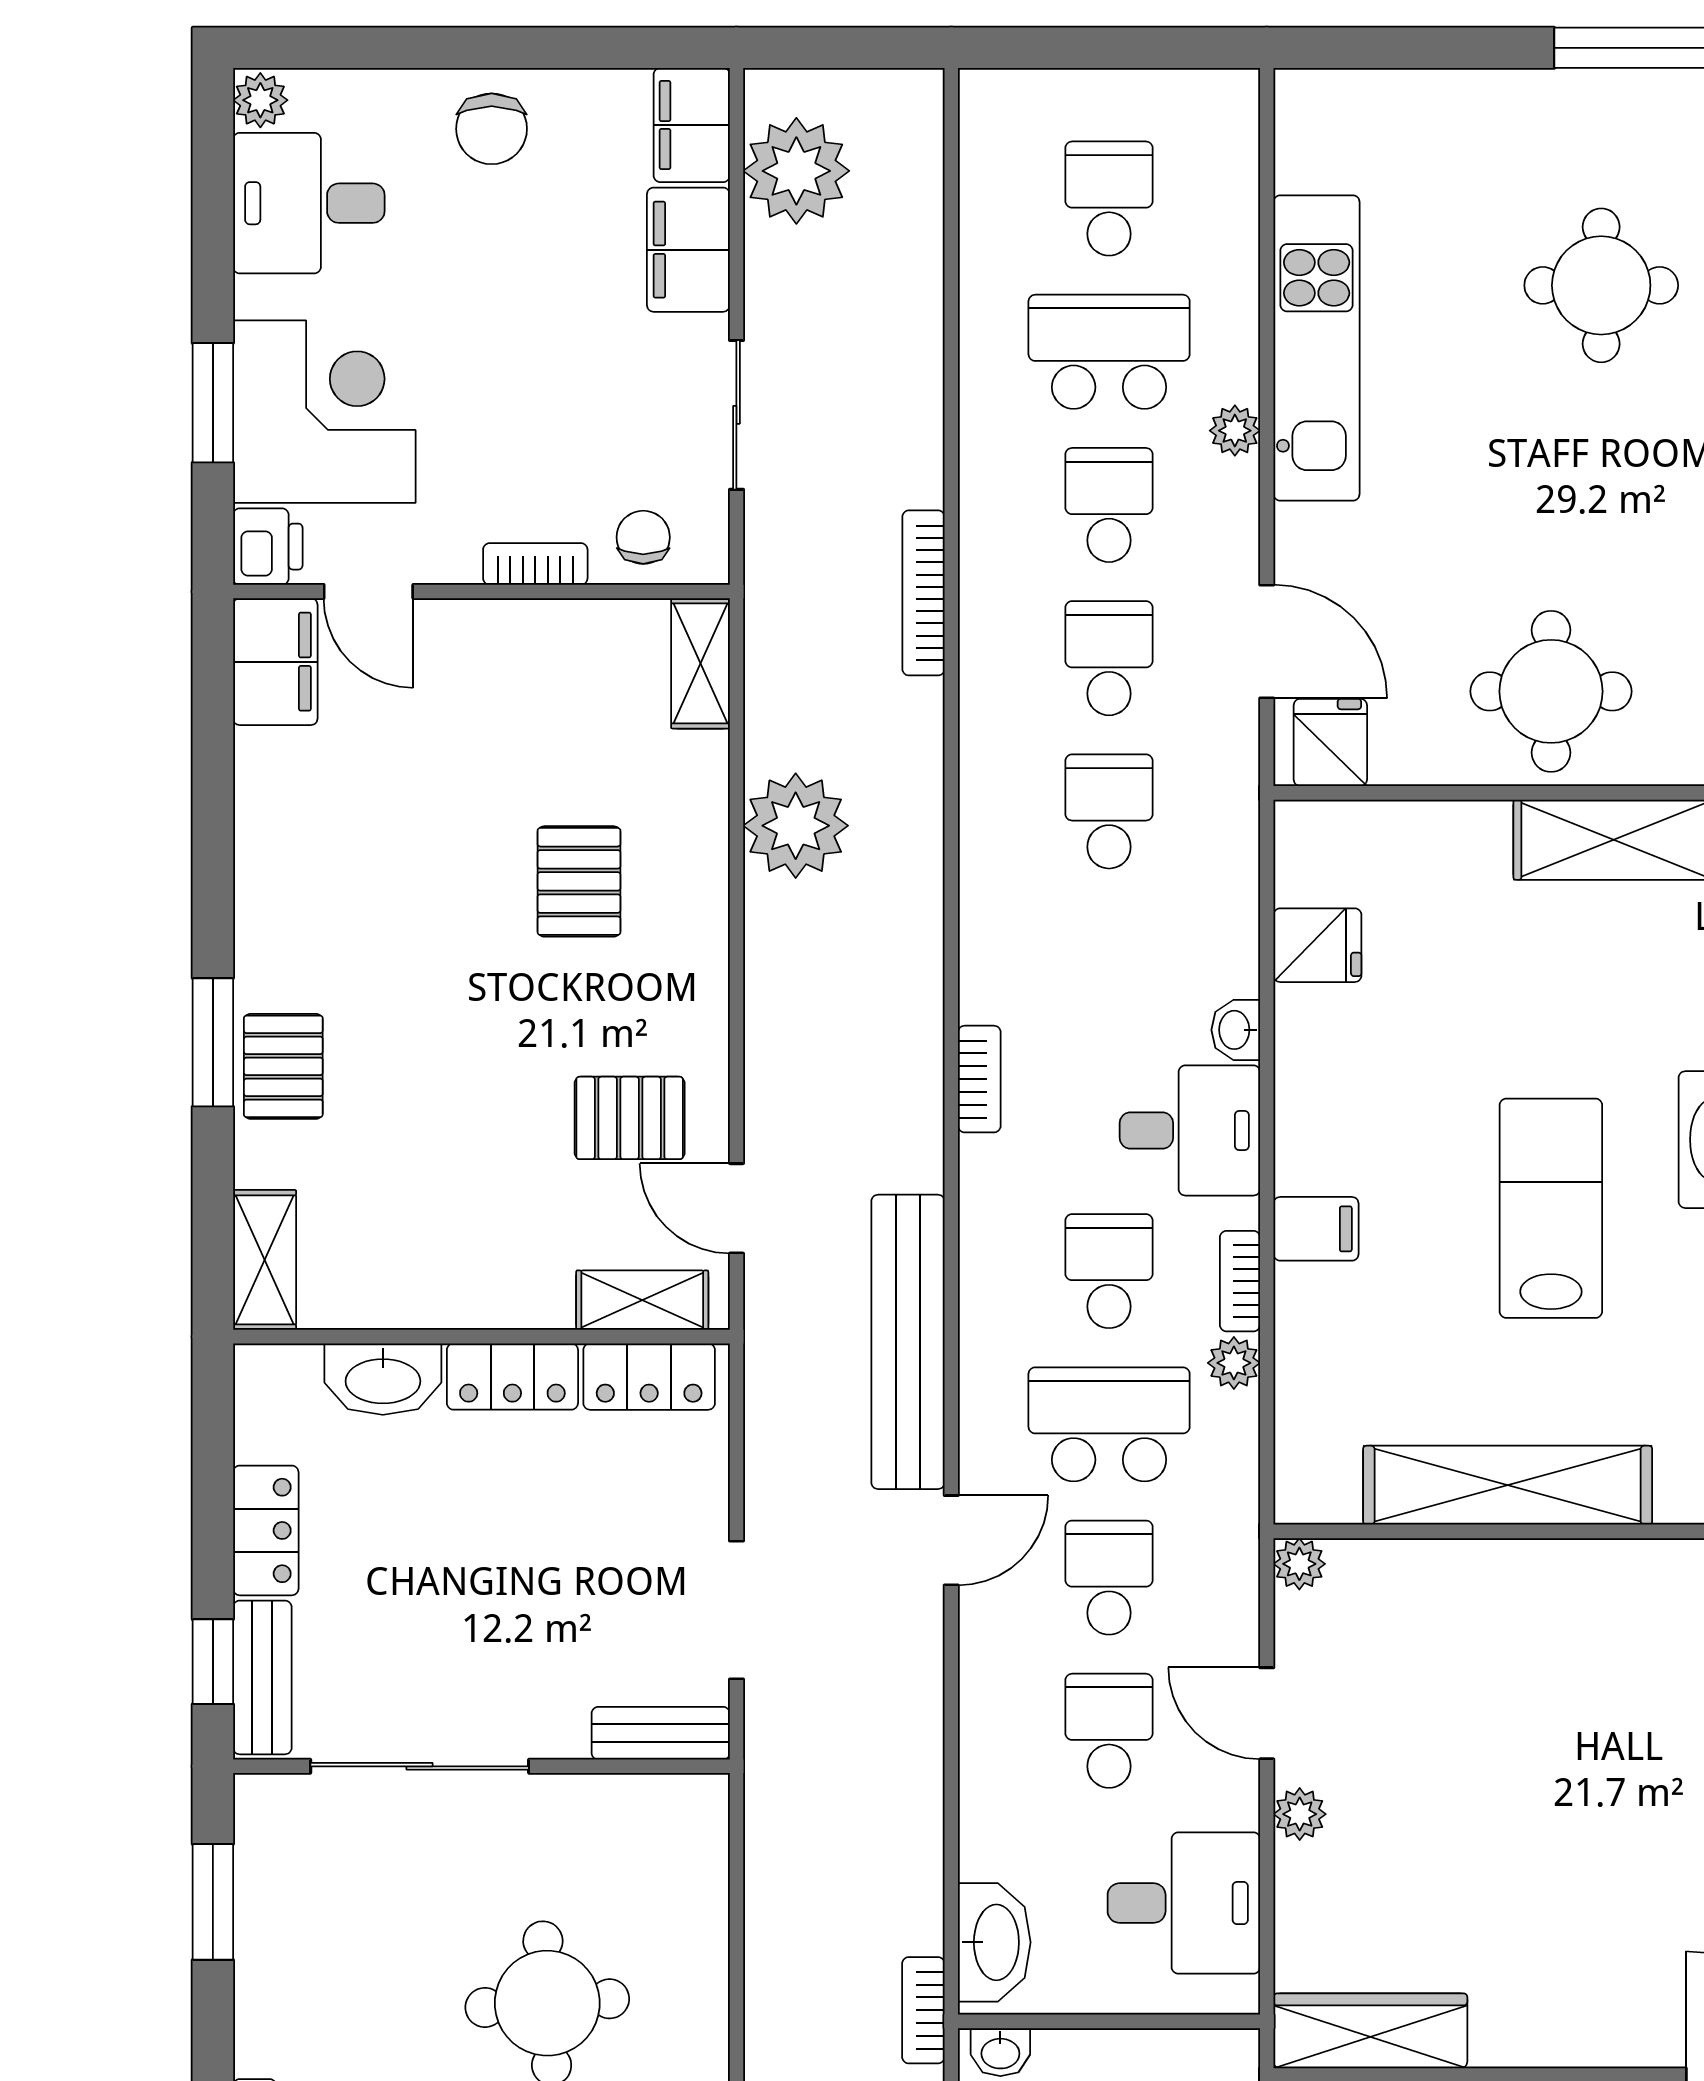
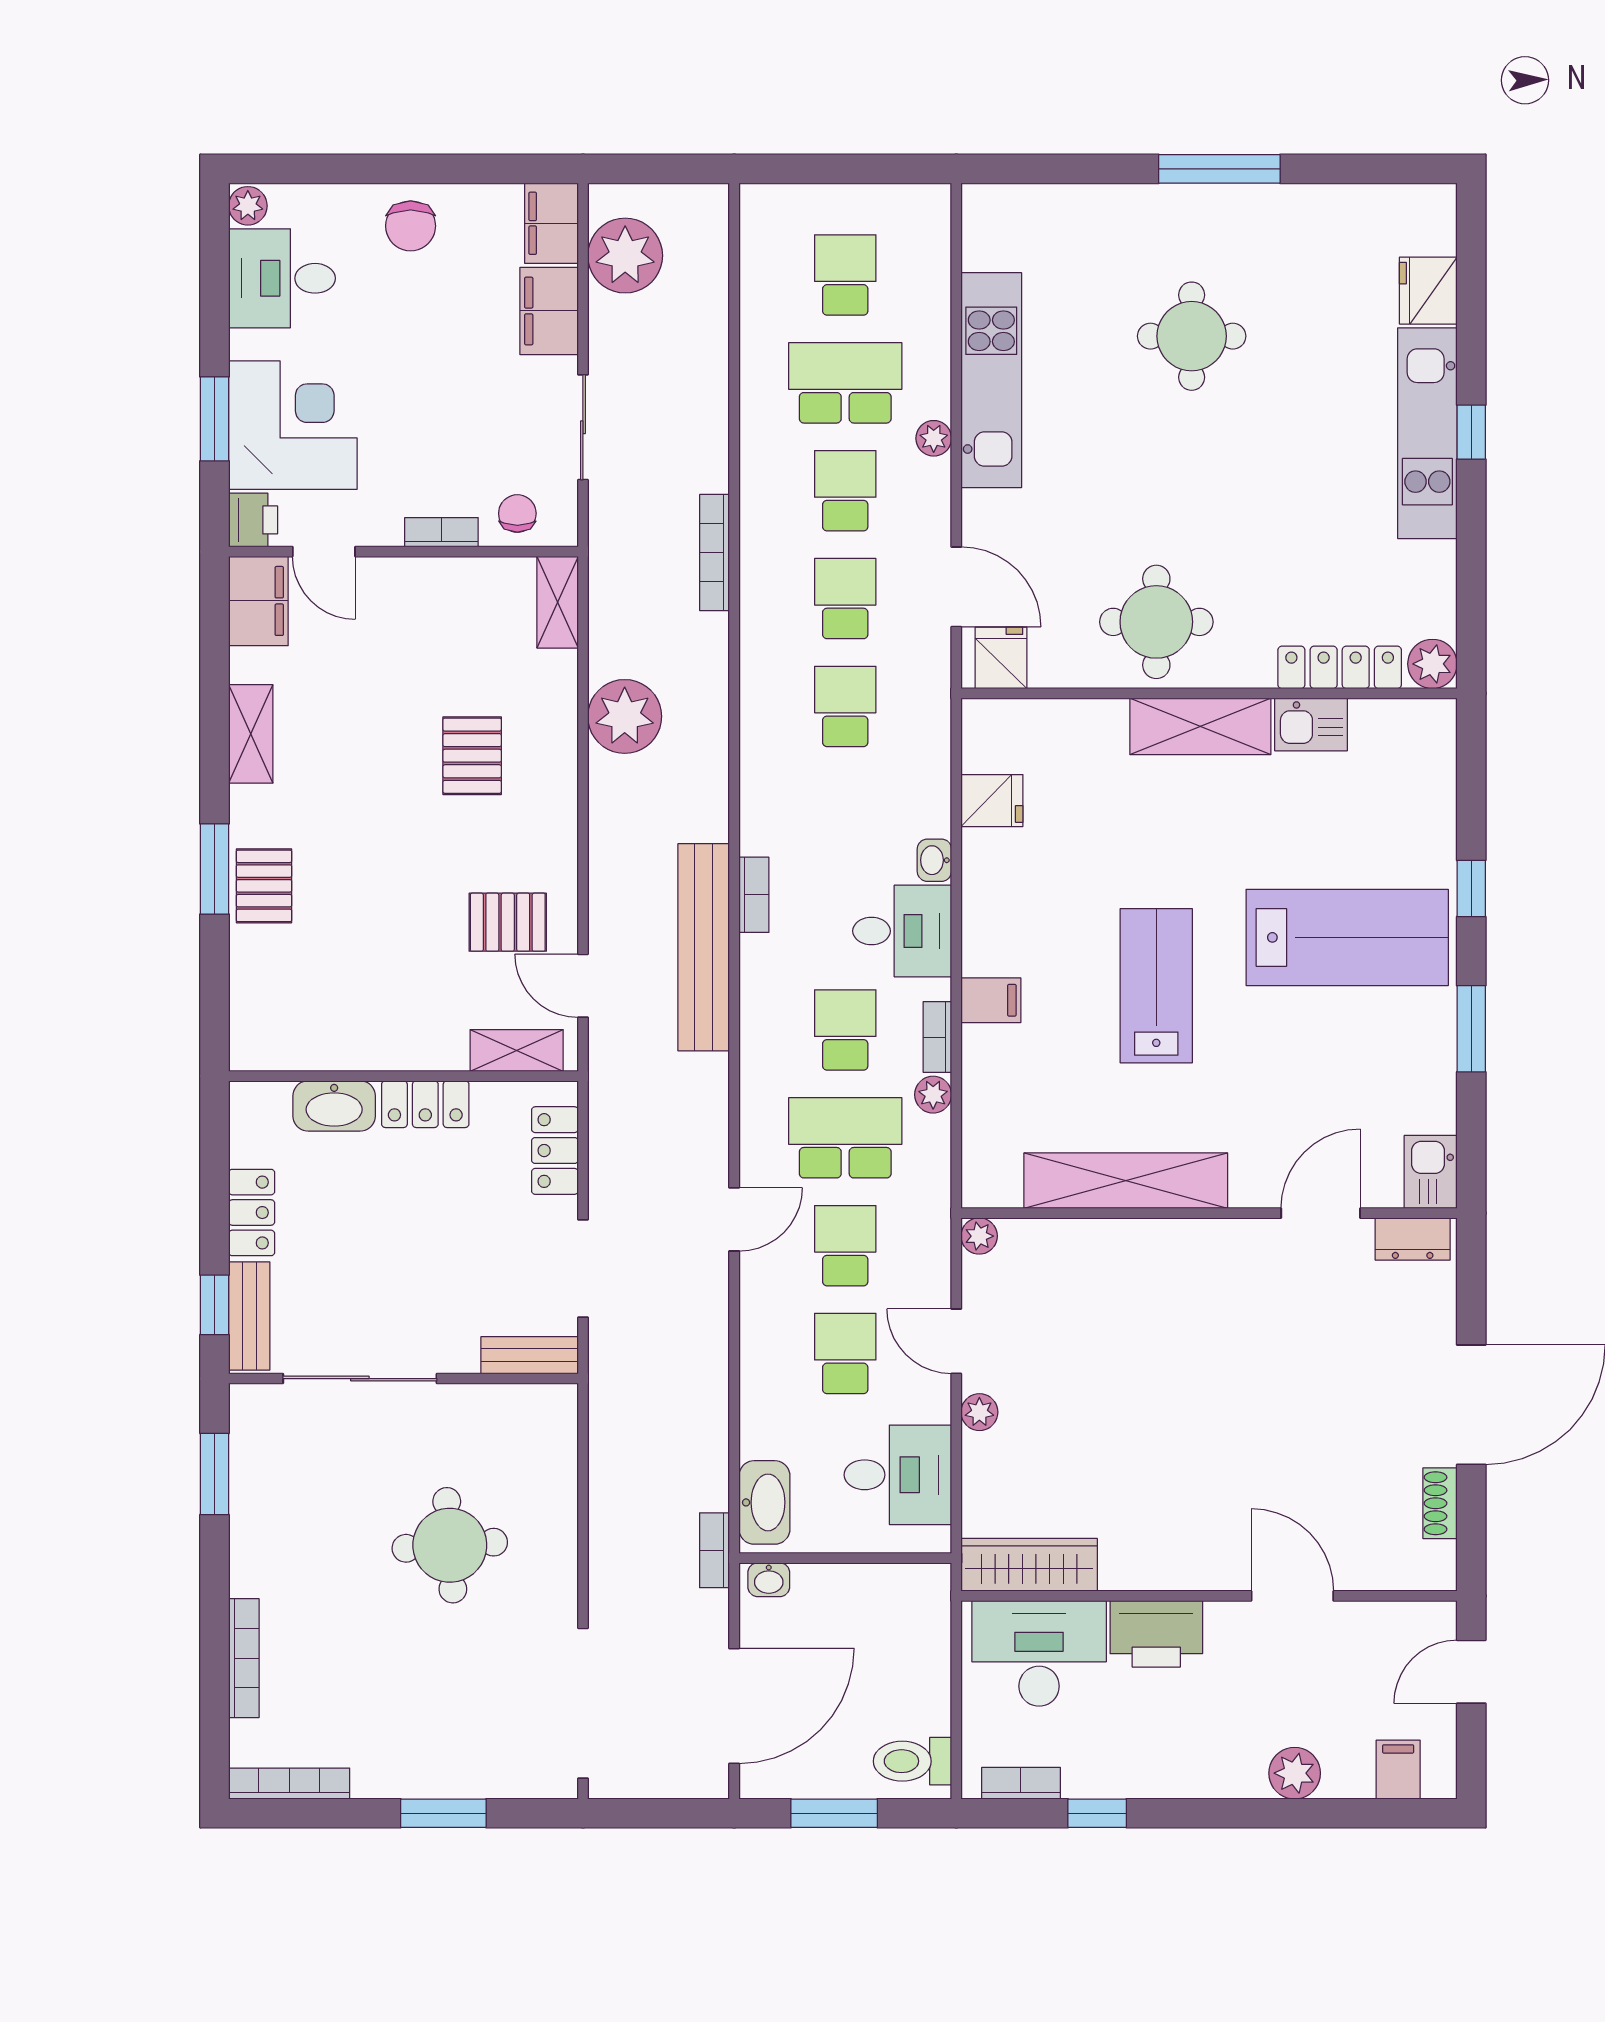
shelving: (265, 1260) -> (251, 734), moved
bench: (908, 1342) -> (704, 947), moved
locker: (649, 1377) -> (555, 1151), moved, turned 90

